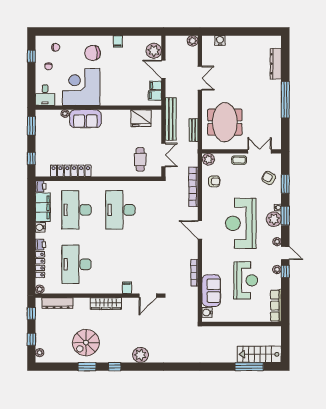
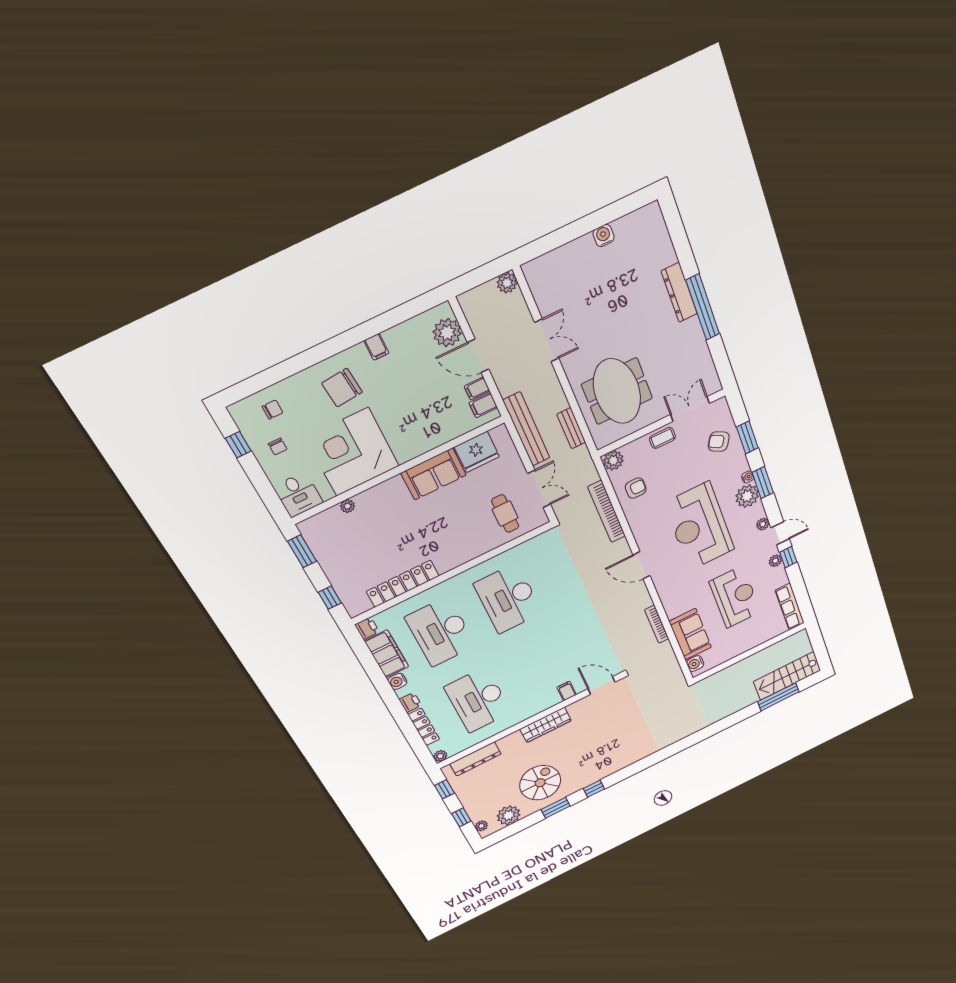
water cooler: (220, 40) -> (604, 236), moved
dresser: (276, 64) -> (679, 293), moved
sofa: (85, 119) -> (434, 474), moved
door: (148, 296) -> (601, 685), swing flipped
spiral stairs: (86, 343) -> (540, 783), turned 180
plant: (140, 355) -> (509, 815), moved

